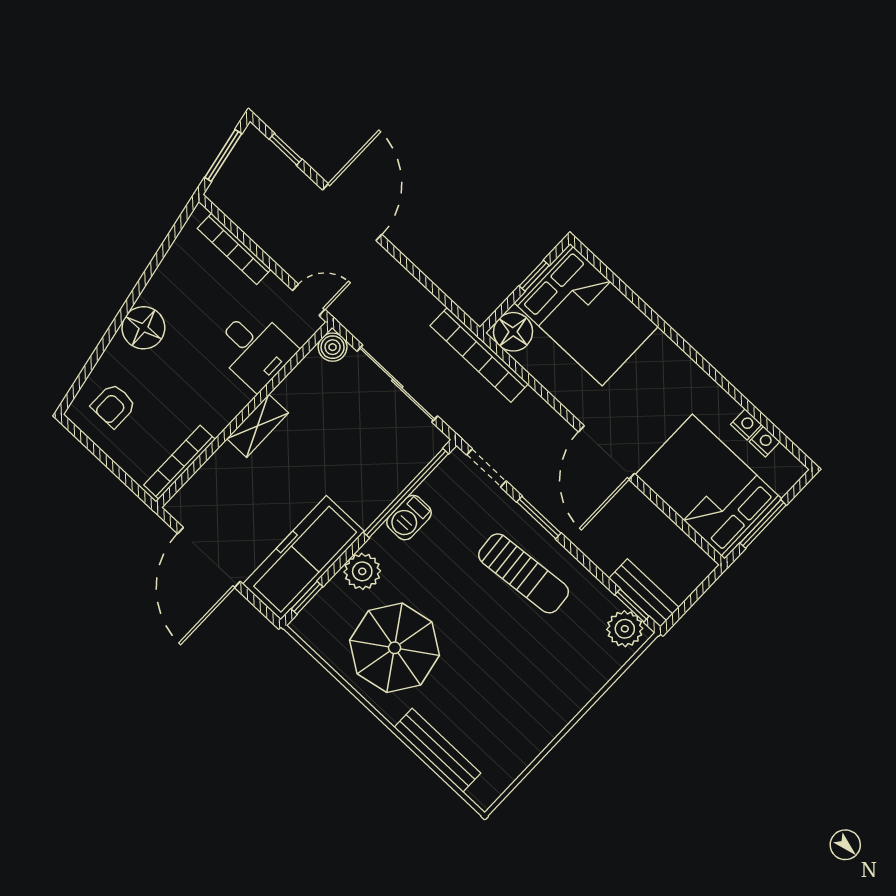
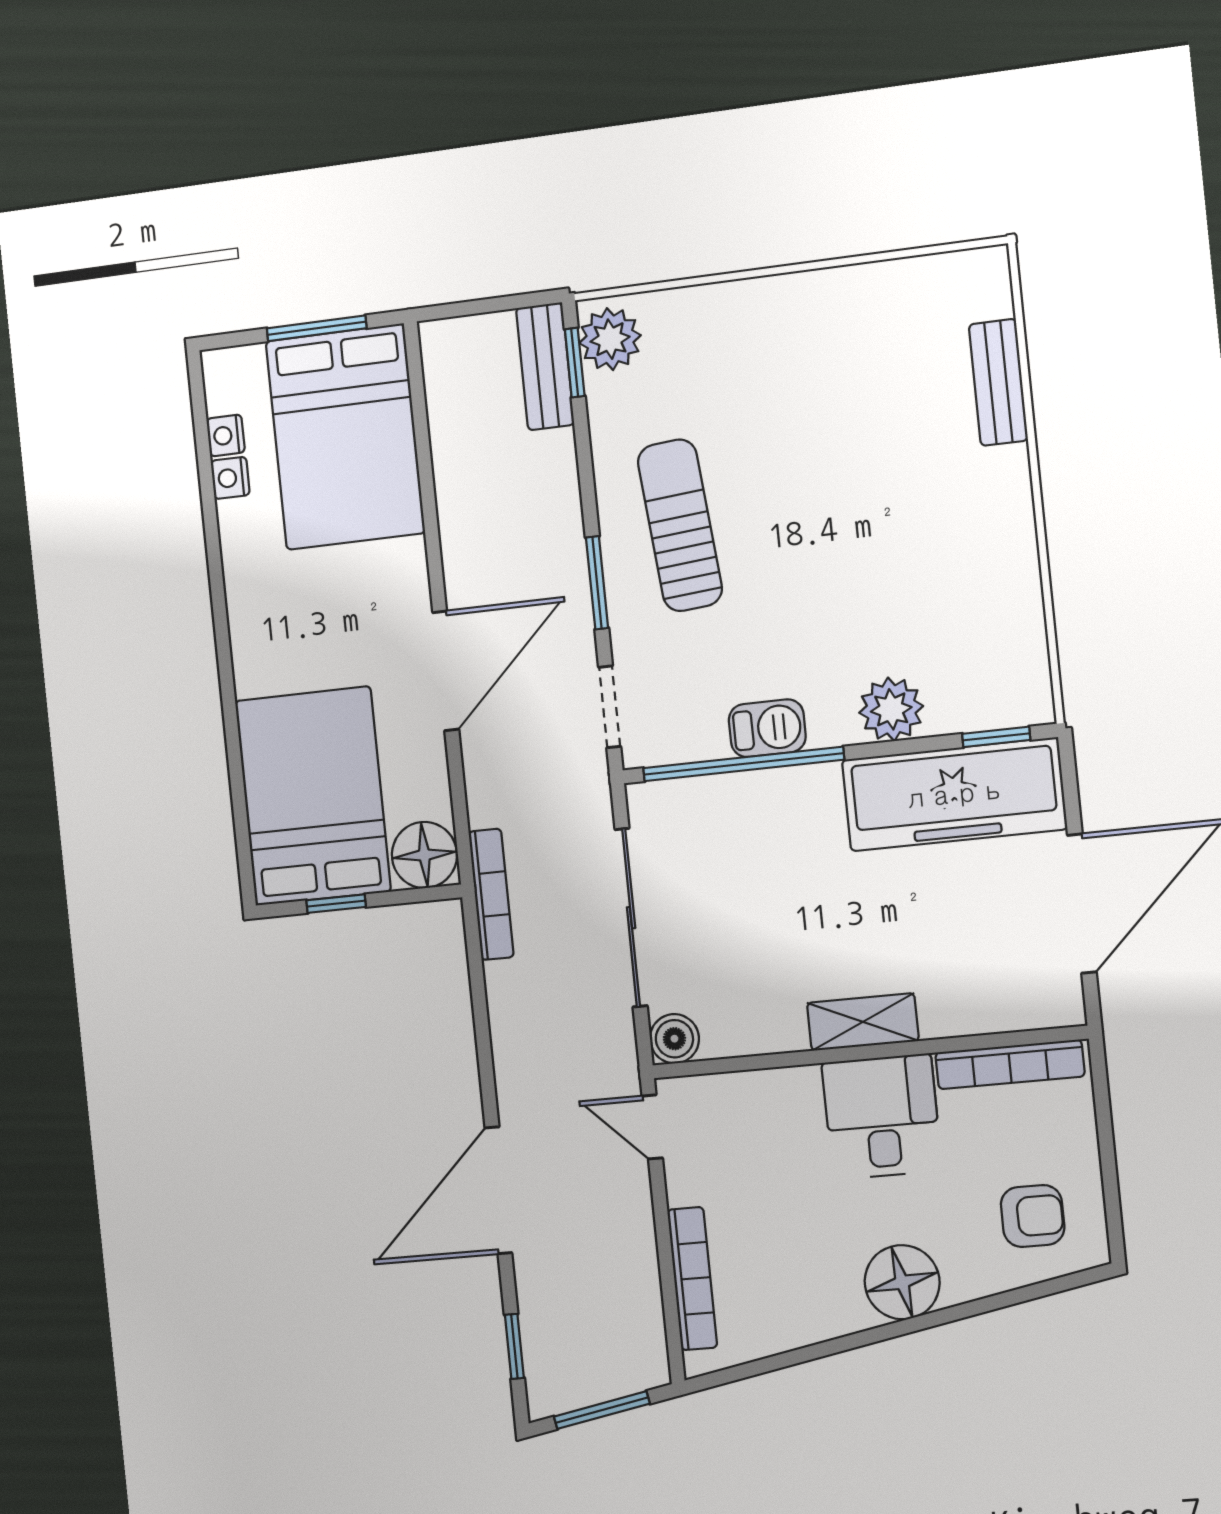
desk: (255, 349) -> (882, 1117), moved
bookcase: (479, 355) -> (491, 894), width x0.68, depth x0.76
door: (606, 453) -> (446, 671), moved
parasol: (395, 648) -> (936, 570), removed
bench: (437, 750) -> (998, 382), width x0.73

